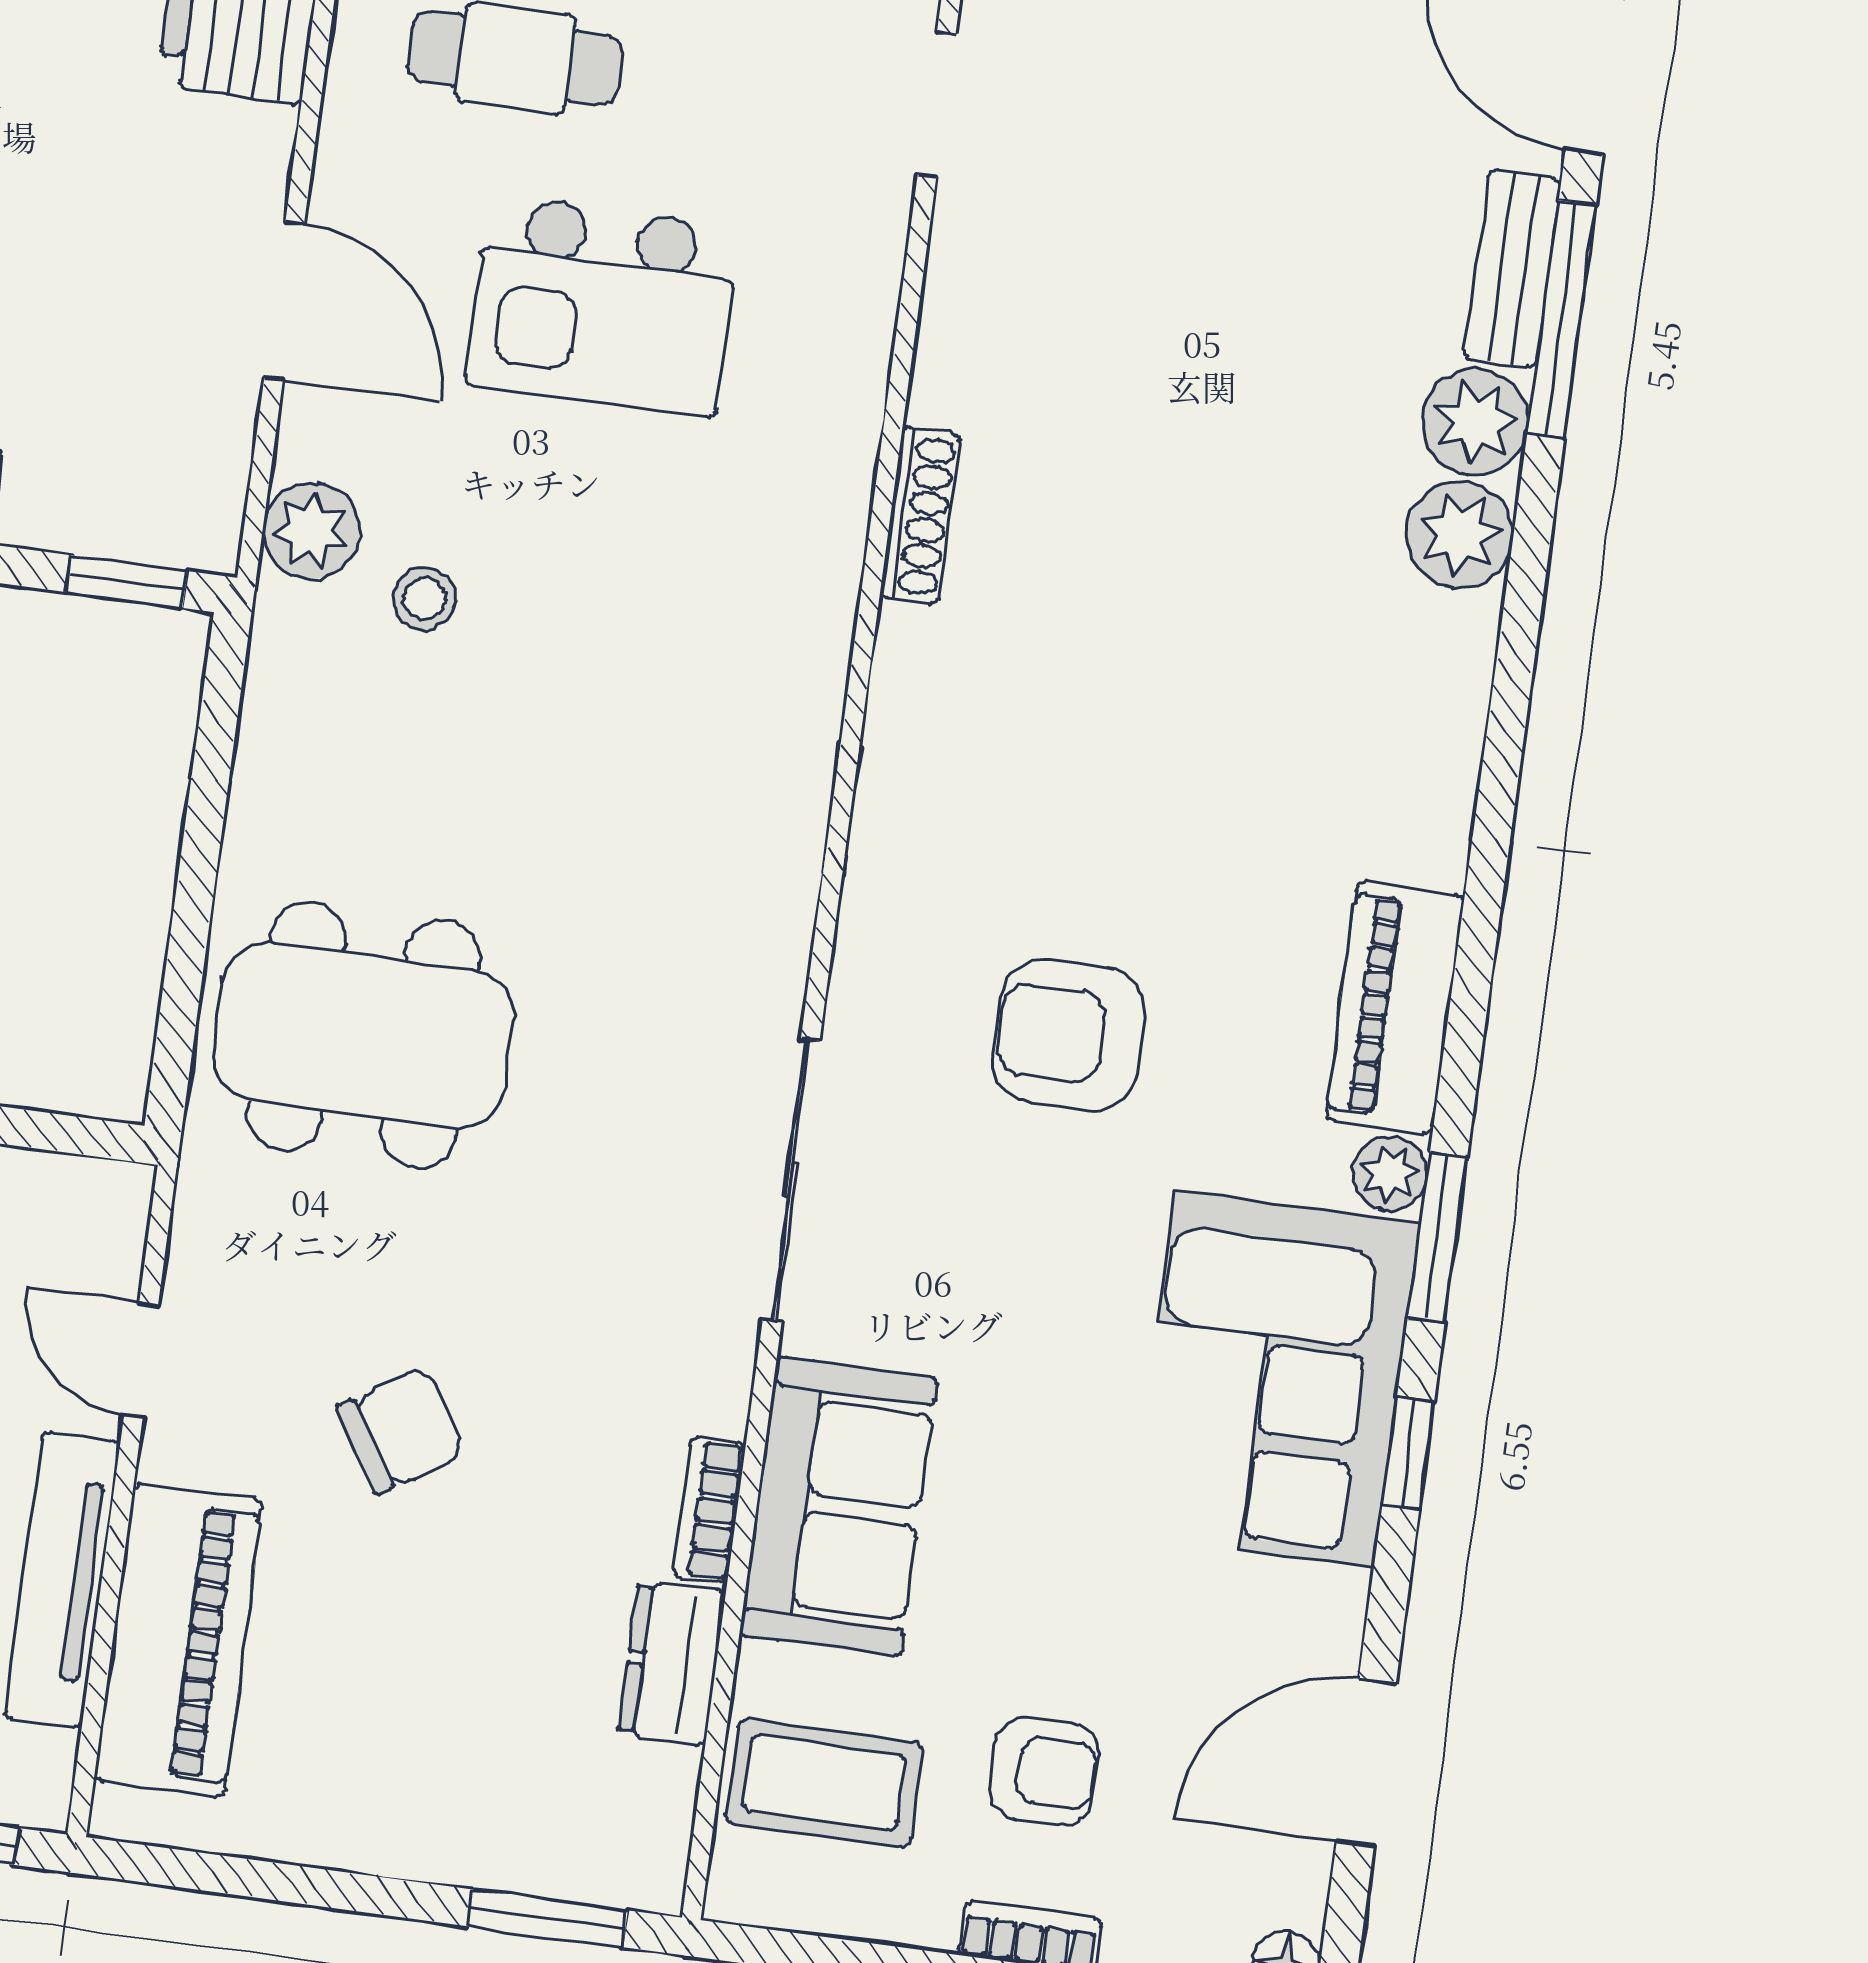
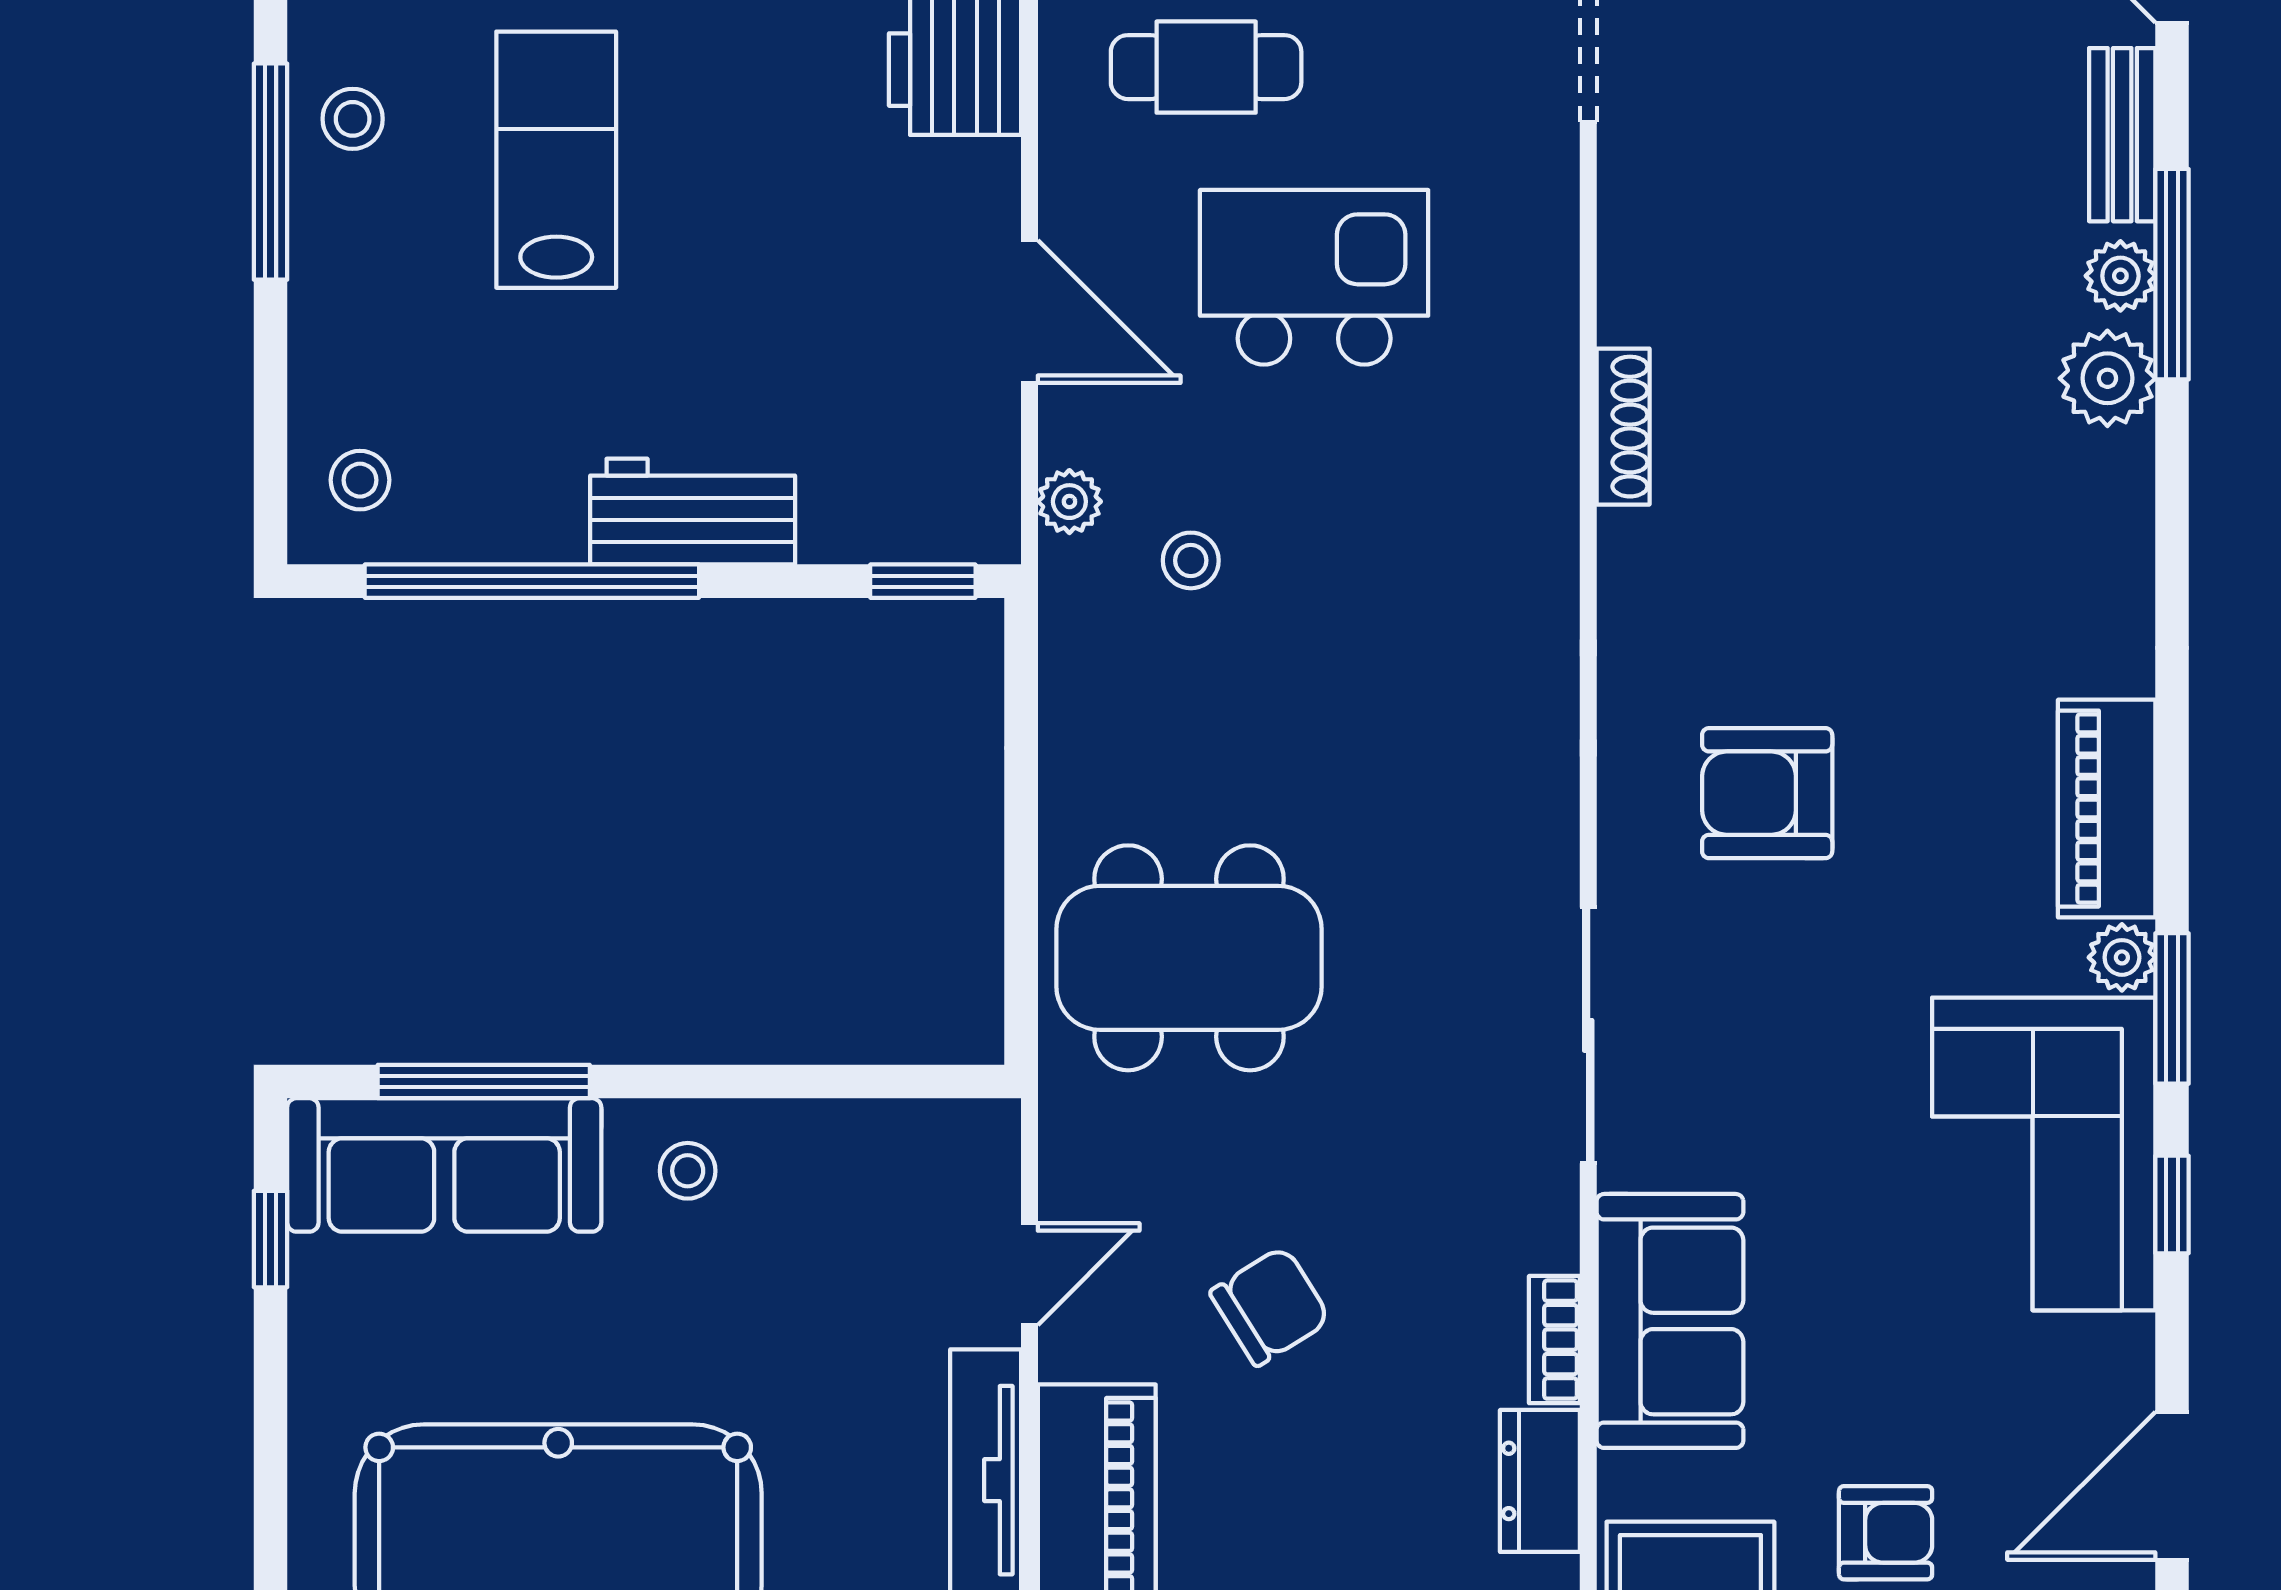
kitchen island: (602, 306) -> (1314, 277), turned 180
window: (1562, 319) -> (2172, 274), moved
plant: (1475, 422) -> (2120, 276), width x0.73, depth x0.73
plant: (311, 531) -> (1069, 502), width x0.73, depth x0.73
armchair: (1068, 1035) -> (1767, 793), moved
door: (141, 1360) -> (1029, 1274), swing flipped

